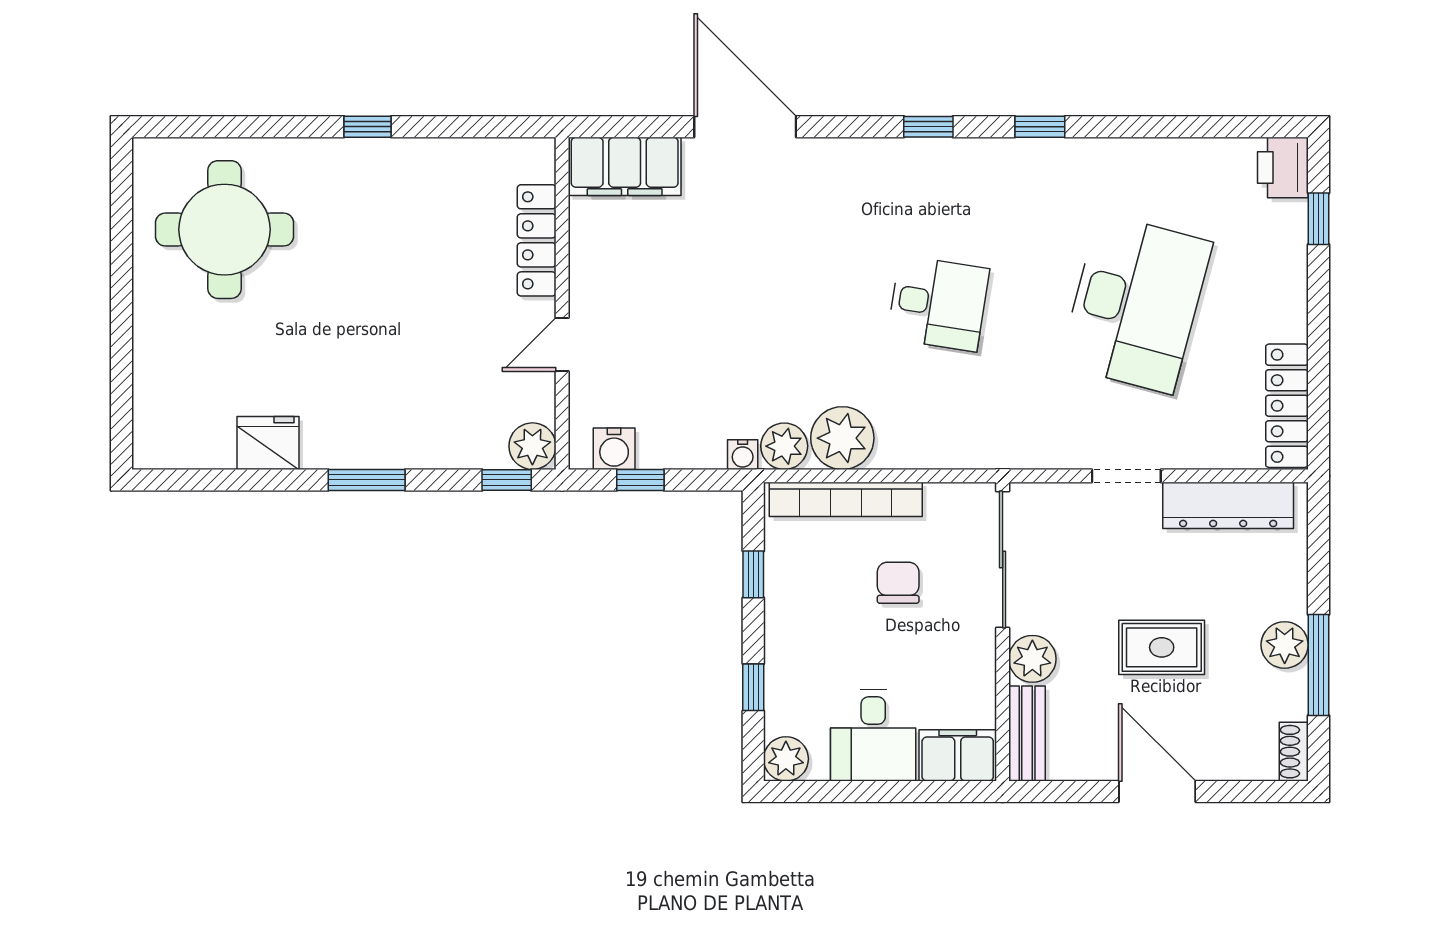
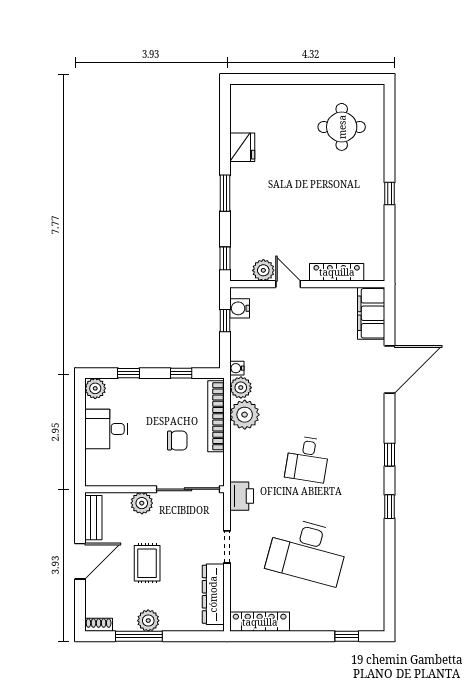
printer: (1283, 168) -> (242, 496), moved, turned 90
round table: (224, 230) -> (342, 127), width x0.73, depth x0.73
plant: (532, 446) -> (263, 270), moved
bench: (1027, 734) -> (93, 518), moved, turned 90
filing cabinet: (958, 755) -> (97, 468), removed

